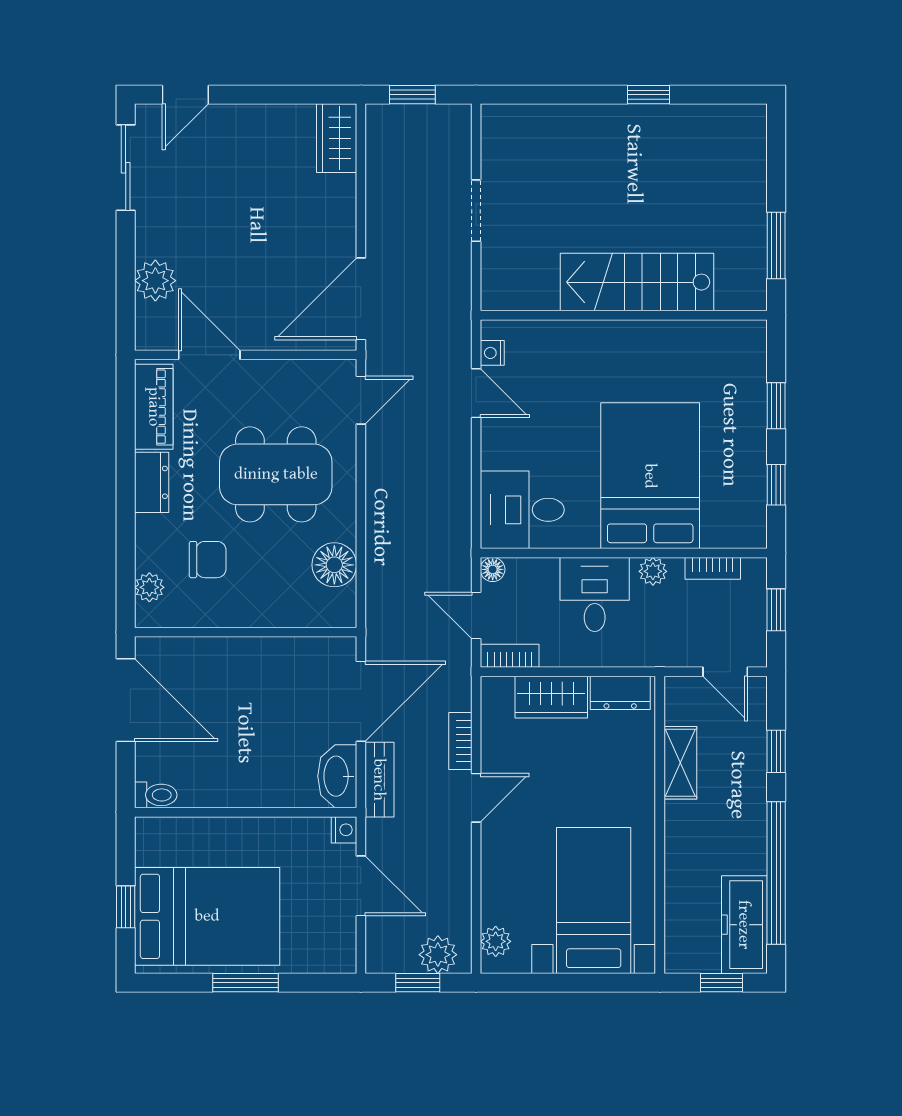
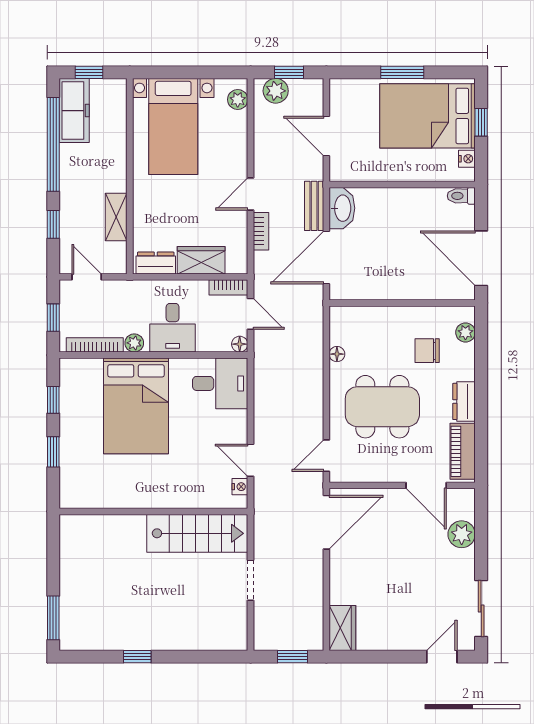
window: (776, 246) -> (53, 618), moved
stairs: (637, 282) -> (197, 533), moved
floor lamp: (334, 565) -> (337, 354), width x0.53, depth x0.53
bookcase: (713, 568) -> (95, 345), width x1.56
nightstand: (344, 830) -> (467, 159), moved, turned 180

